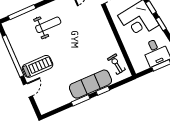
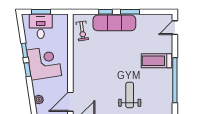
weight bench: (48, 25) -> (130, 95), turned 90
door: (28, 90) -> (175, 28), moved

